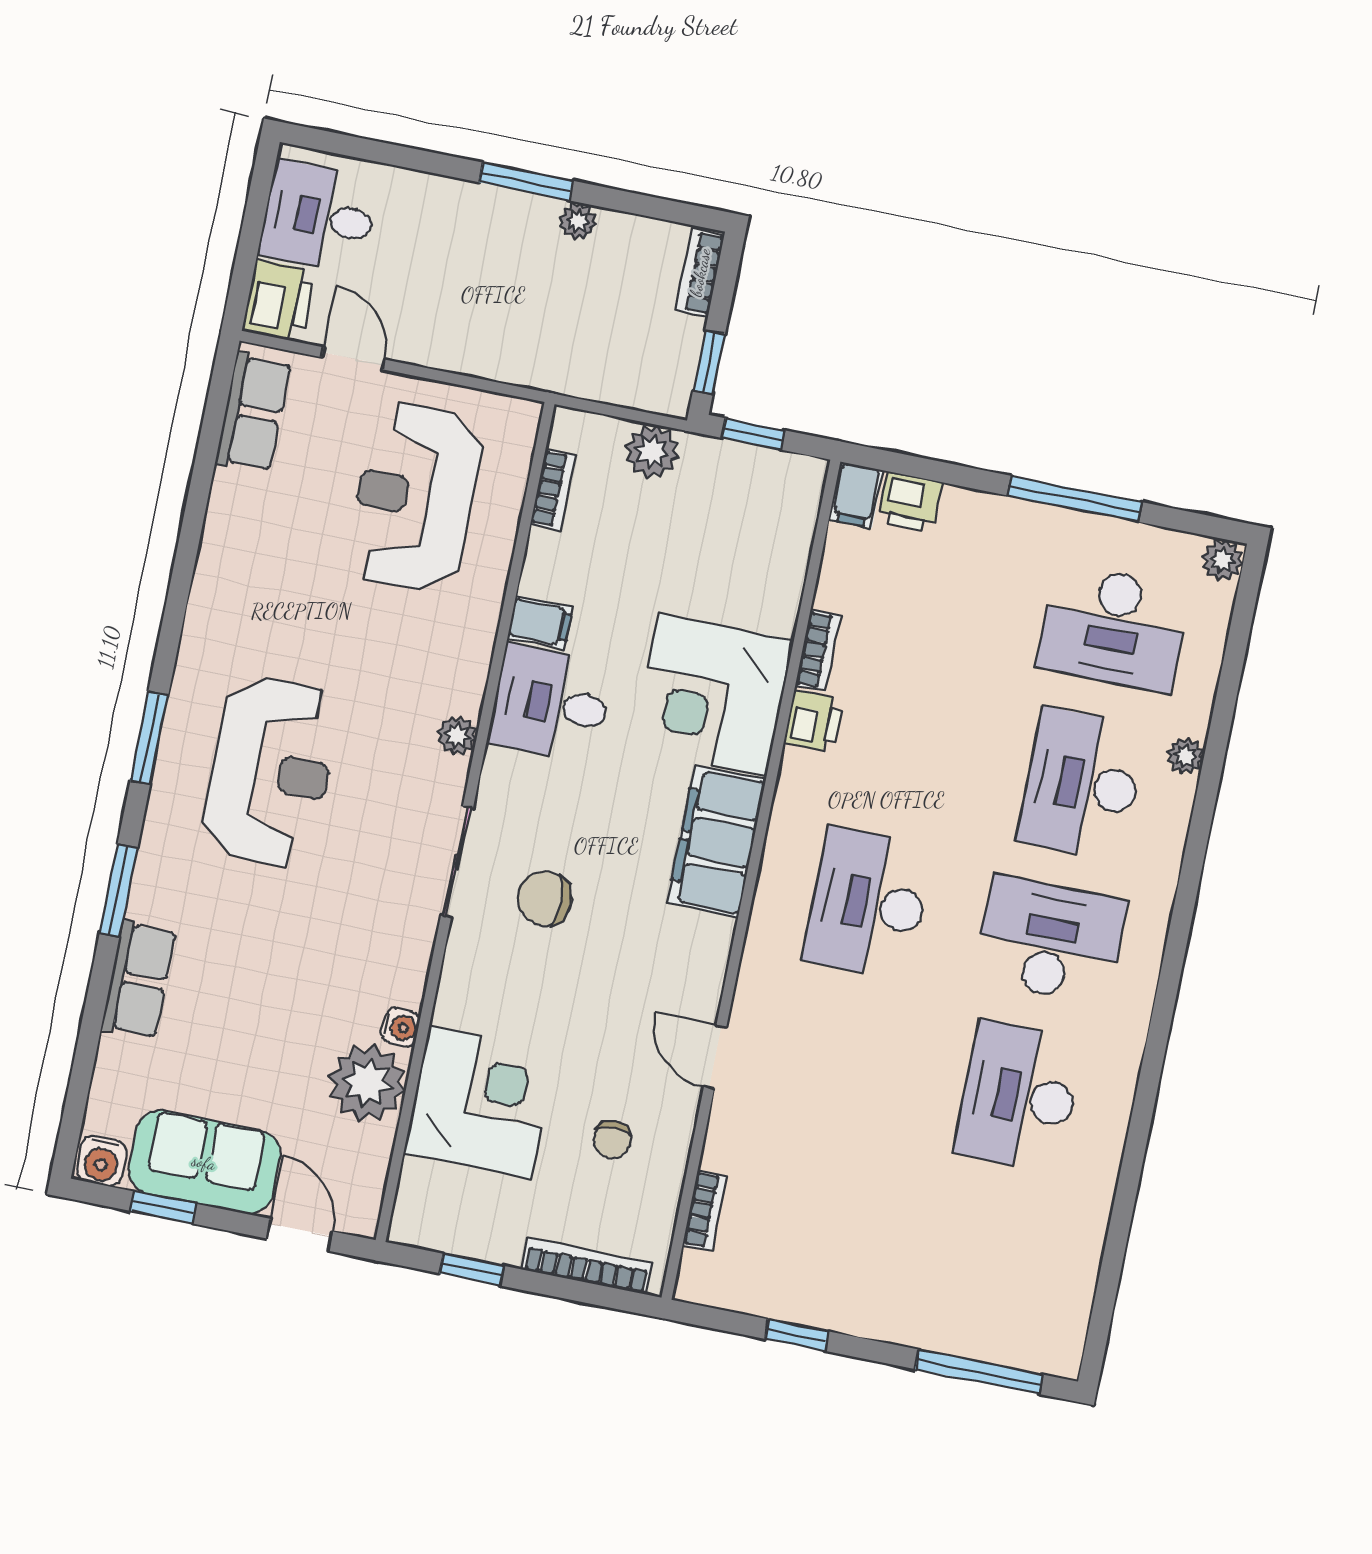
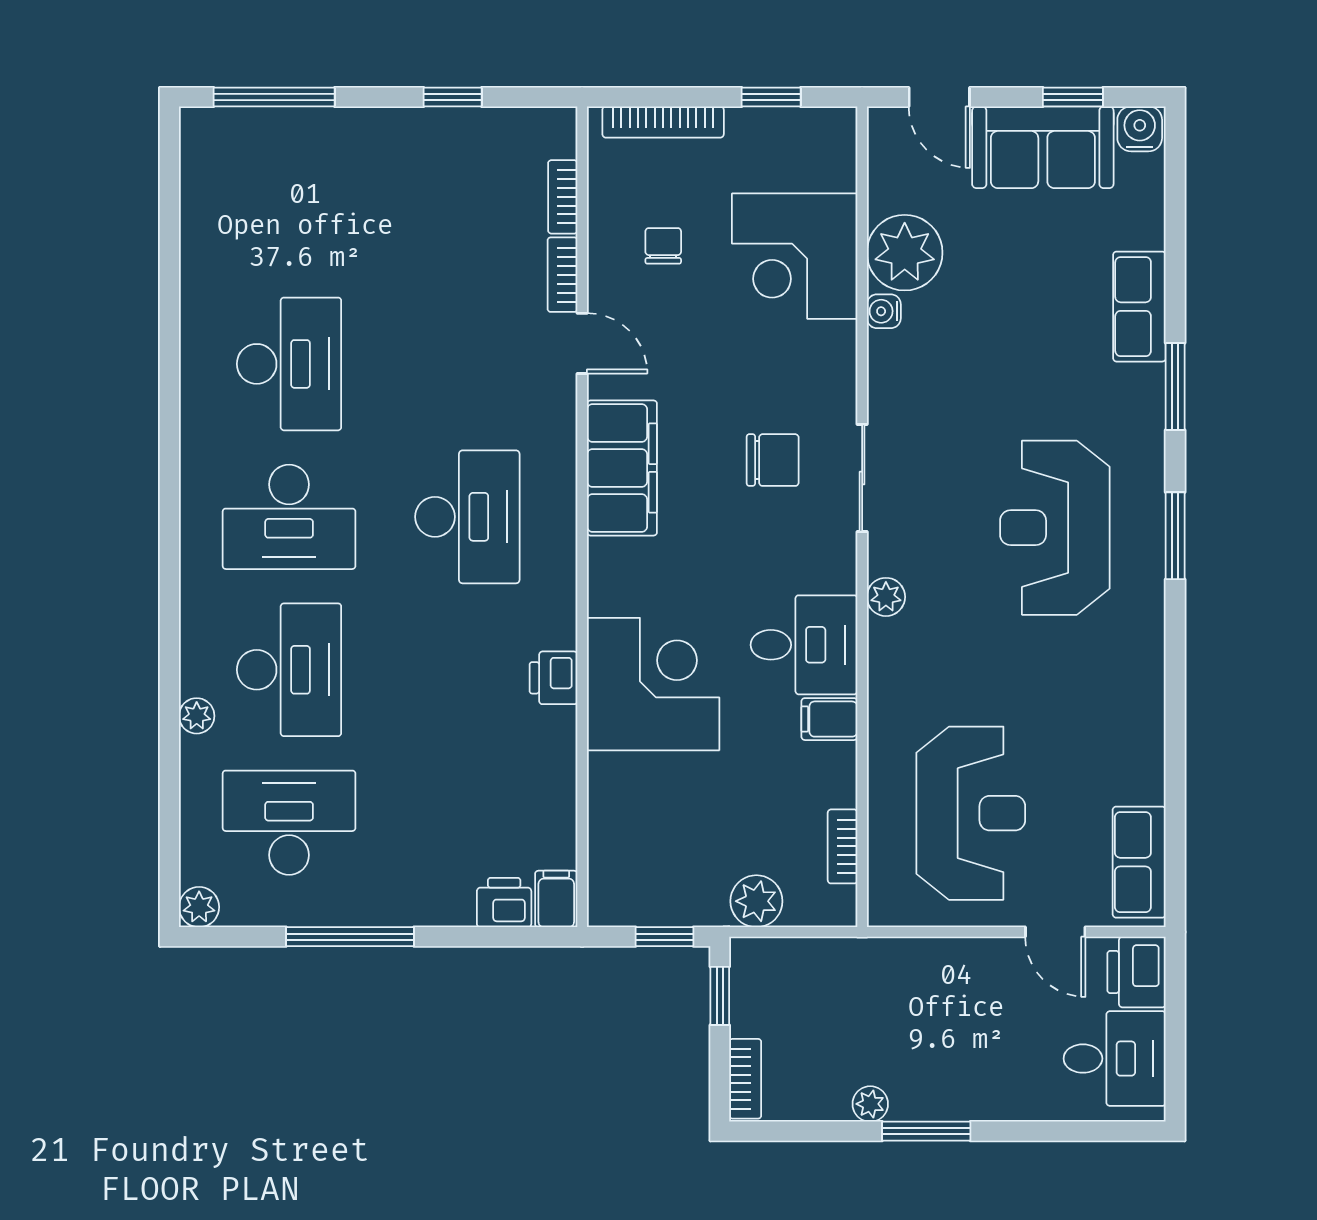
bookcase: (818, 650) -> (563, 275), moved
filing cabinet: (716, 841) -> (622, 468), moved

